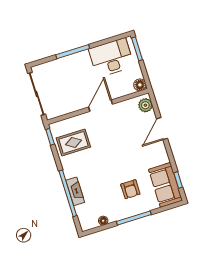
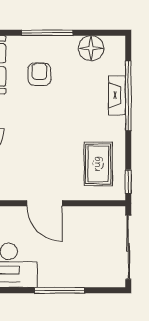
door: (101, 106) -> (44, 203), hinge flipped
rug: (73, 142) -> (98, 164), turned 90
floor lamp: (103, 221) -> (91, 48), width x1.89, depth x1.89

